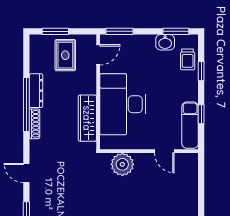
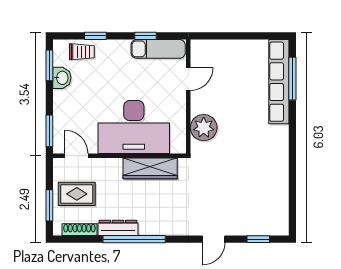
shoe rack: (35, 124) -> (79, 230), moved

